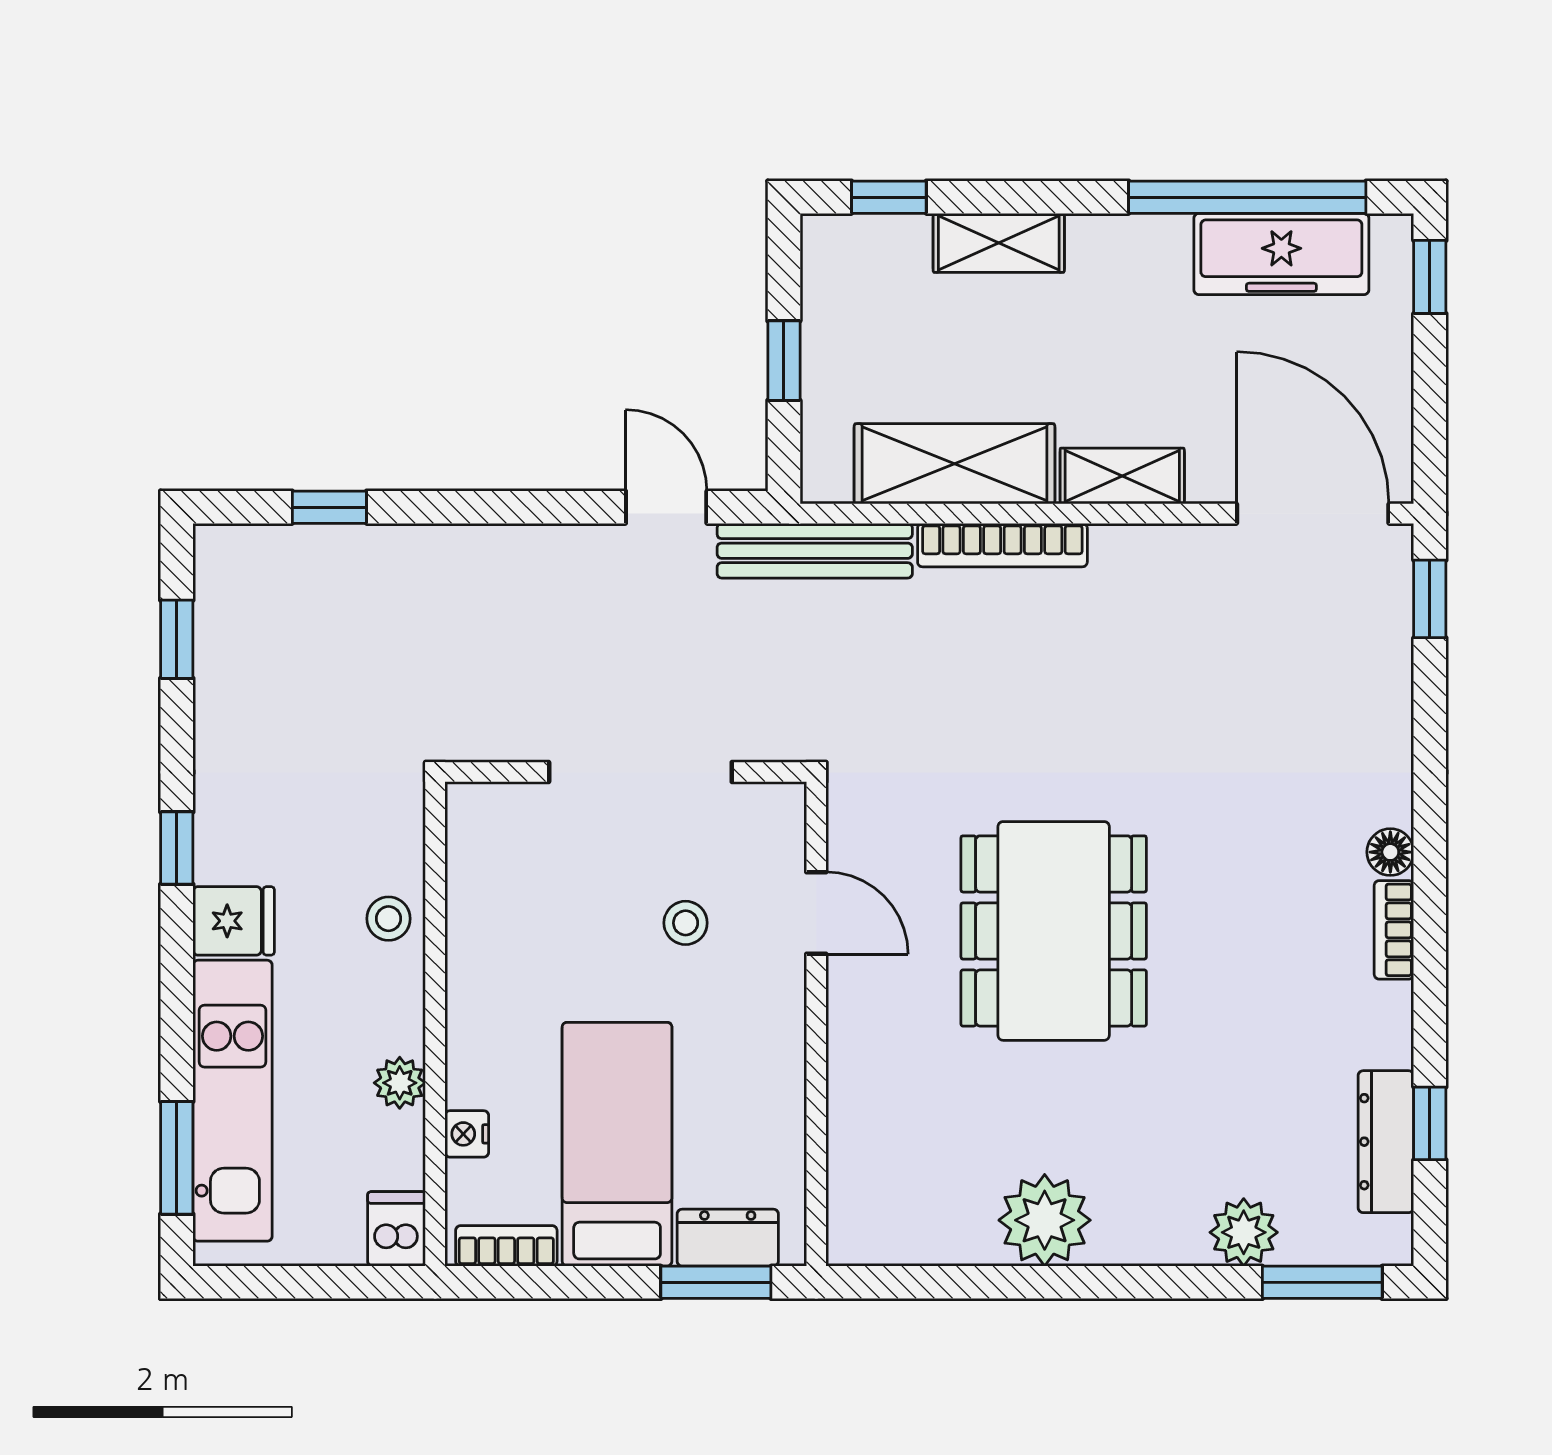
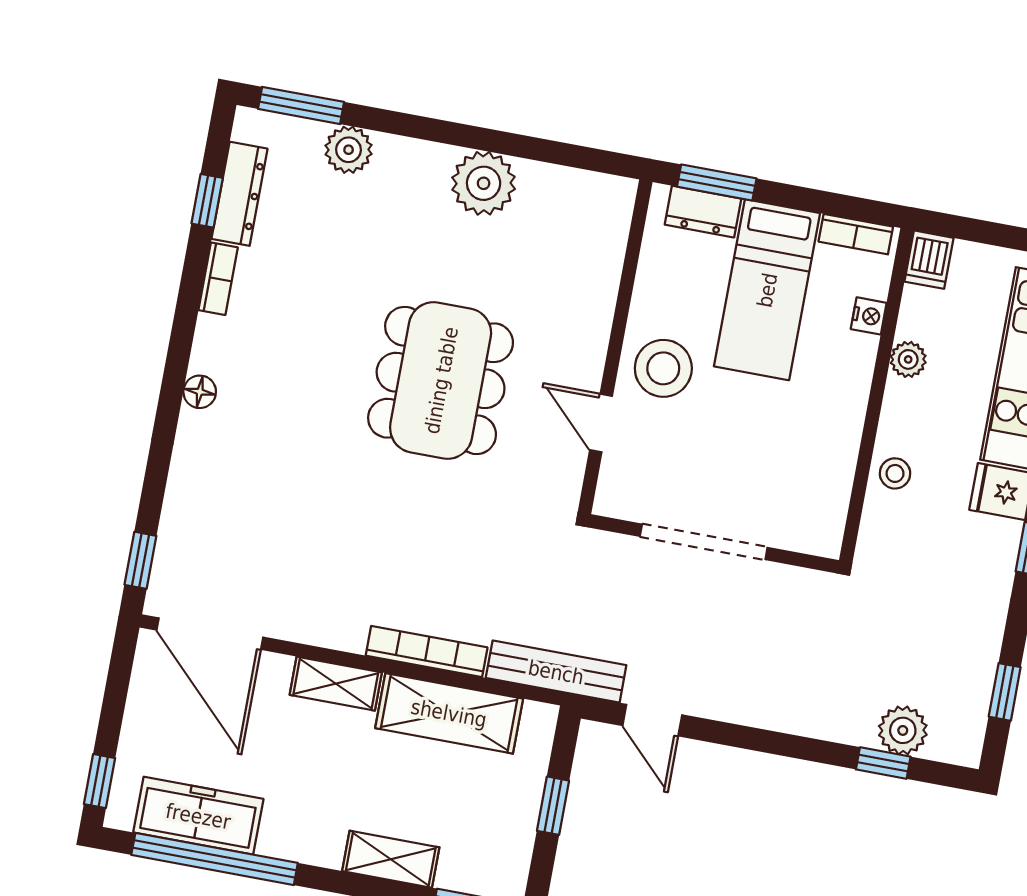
plant: (310, 558) -> (903, 730), added
stool: (686, 923) -> (663, 368), moved, width x1.89, depth x1.89
bookcase: (1394, 930) -> (218, 279), moved

